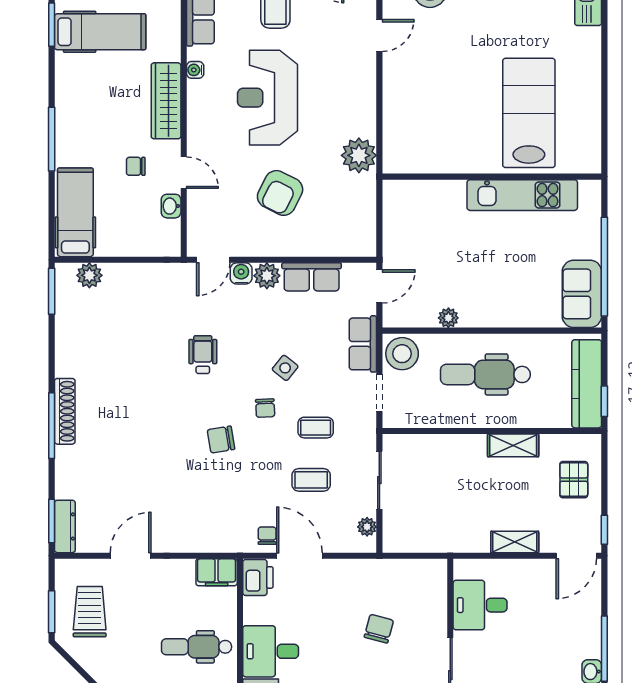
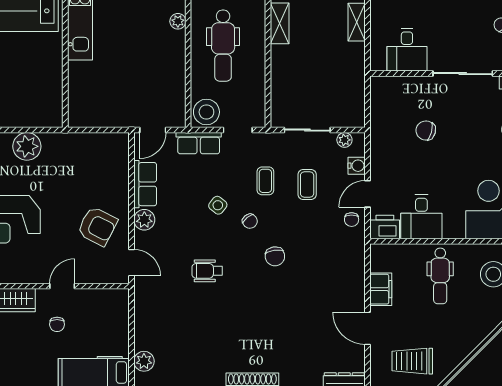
plant: (359, 155) -> (27, 146), moved
armchair: (280, 193) -> (97, 226), moved
washbasin: (171, 206) -> (89, 296), removed
water cooler: (241, 273) -> (357, 166), moved, turned 180
door: (379, 286) -> (153, 130), swing flipped
plant: (448, 318) -> (178, 21), moved
chair: (265, 408) -> (250, 221), turned 54
chair: (267, 536) -> (352, 220), turned -90
door: (299, 556) -> (368, 194), width x0.73
filing cabinet: (217, 572) -> (381, 289), moved
desk: (271, 651) -> (421, 217), moved

